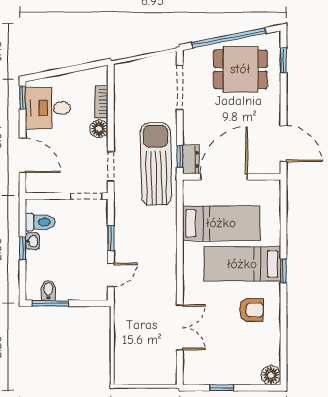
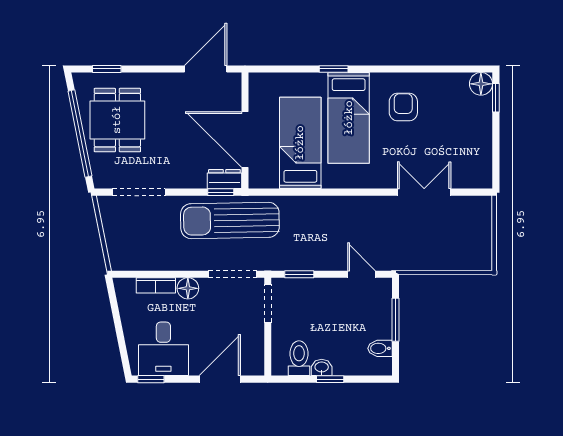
doorway: (111, 166) -> (233, 274), width x1.38
window: (111, 238) -> (299, 274), moved
window: (283, 271) -> (334, 69), moved
window: (50, 303) -> (395, 320), moved
window: (222, 388) -> (496, 98), moved

